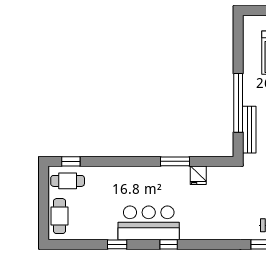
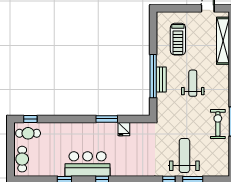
bench: (249, 130) -> (161, 79), moved, width x0.73

